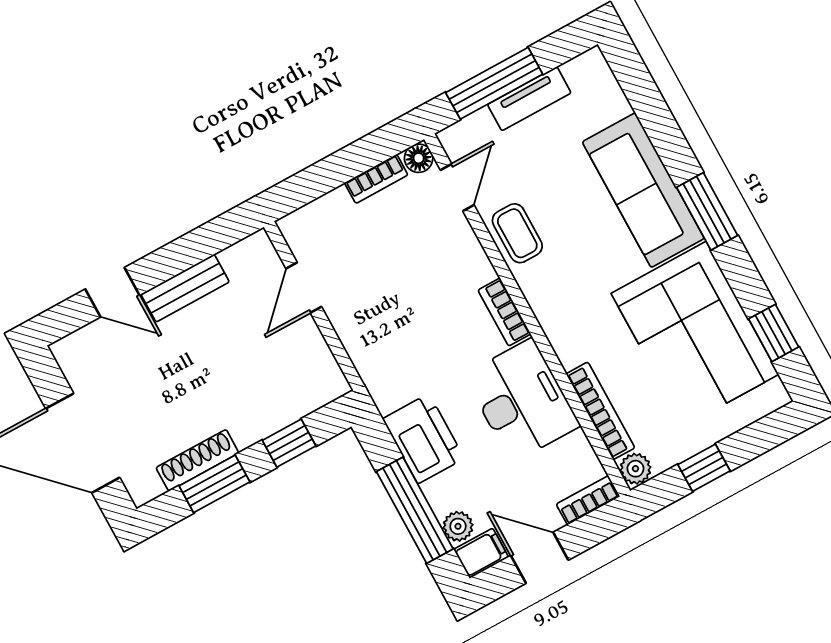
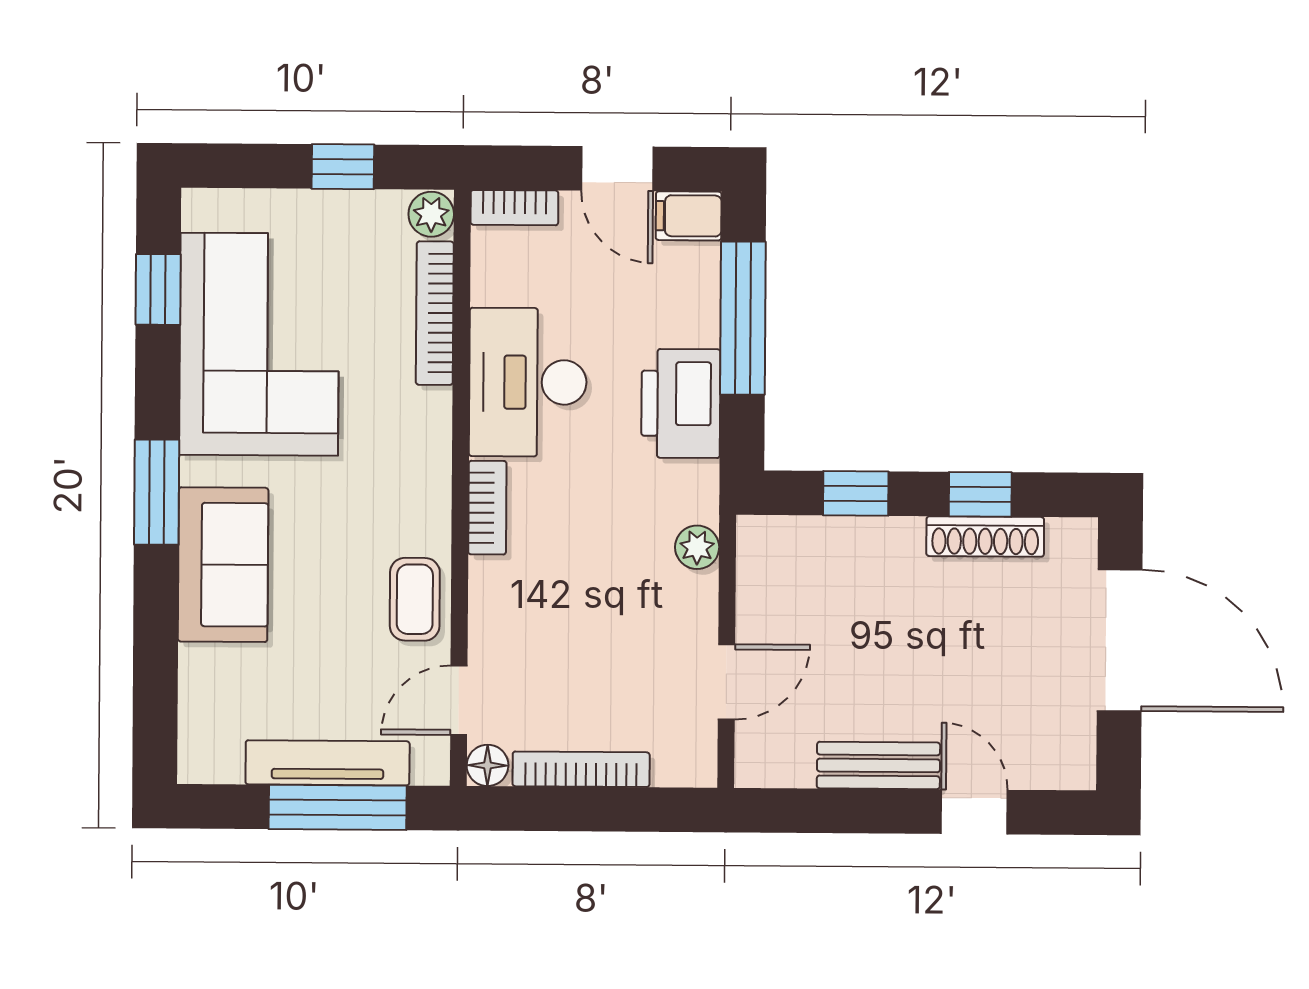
tv unit: (529, 99) -> (328, 763), width x1.41
bookcase: (376, 179) -> (581, 769), width x1.56
sofa: (643, 190) -> (223, 565), width x0.73
window: (214, 484) -> (980, 494), width x0.67
plant: (458, 526) -> (697, 547), moved

